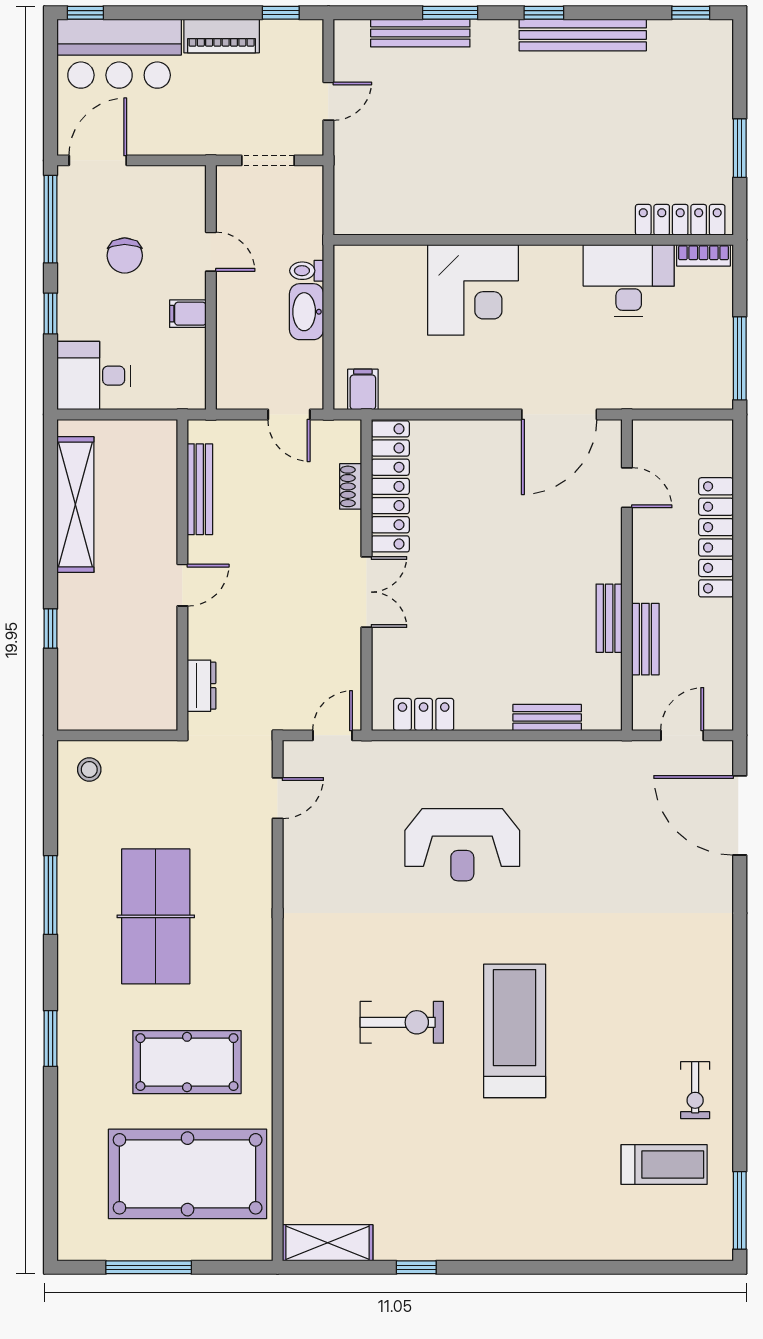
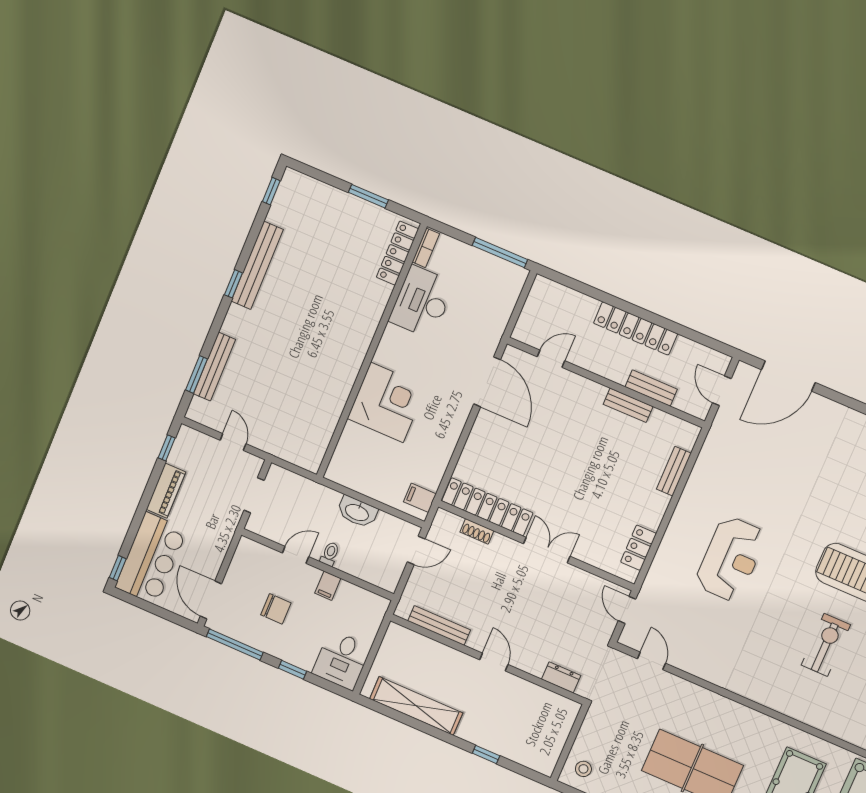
window: (450, 13) -> (197, 374), moved
toilet: (307, 271) -> (330, 554), moved, turned 180
locker: (716, 537) -> (636, 328), moved

